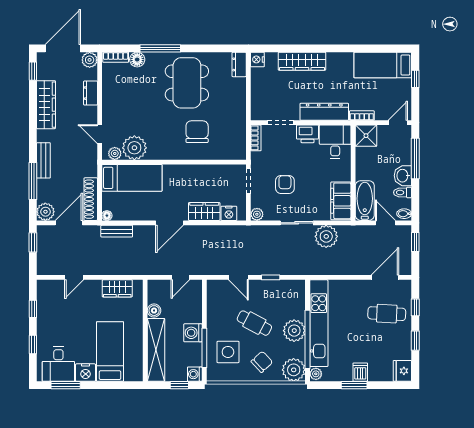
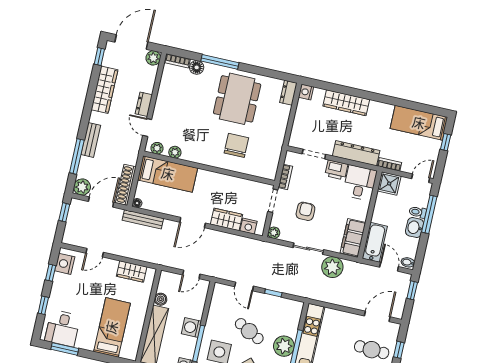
dresser: (91, 93) -> (144, 104), moved
bookcase: (256, 138) -> (285, 177), moved
plant: (134, 148) -> (175, 152), width x0.53, depth x0.53
toilet: (403, 192) -> (418, 212), moved
bench: (117, 231) -> (143, 219), width x1.36
nightstand: (86, 373) -> (65, 264), moved, turned 90

